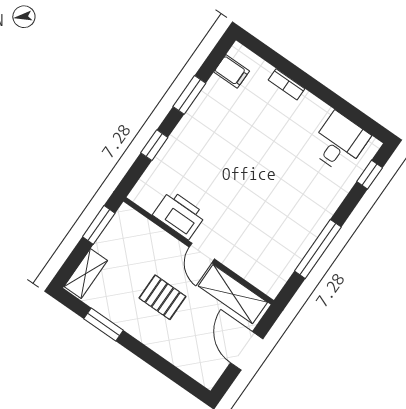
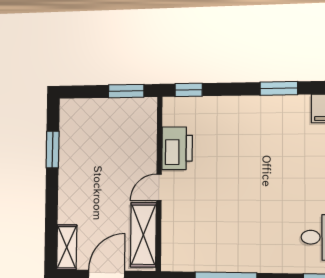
window: (154, 145) -> (189, 90), moved
shelving: (86, 274) -> (67, 247), moved, turned 90
pallet: (162, 297) -> (104, 181), removed

